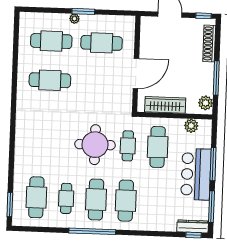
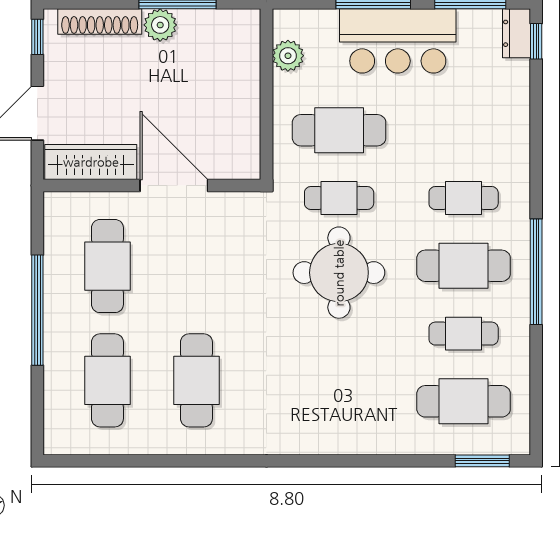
window: (83, 11) -> (37, 310), width x2.11
plant: (74, 19) -> (55, 330), removed
plant: (206, 103) -> (160, 25), moved
wardrobe: (165, 105) -> (91, 162), moved, turned 90
cafe table: (126, 201) -> (464, 198), width x0.73, depth x0.74
dresser: (193, 226) -> (516, 33), width x0.70

